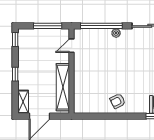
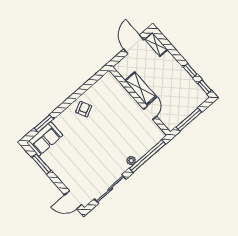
door: (72, 46) -> (150, 113), moved
window: (15, 74) -> (190, 71), moved
shelving: (63, 87) -> (141, 88), width x0.68

